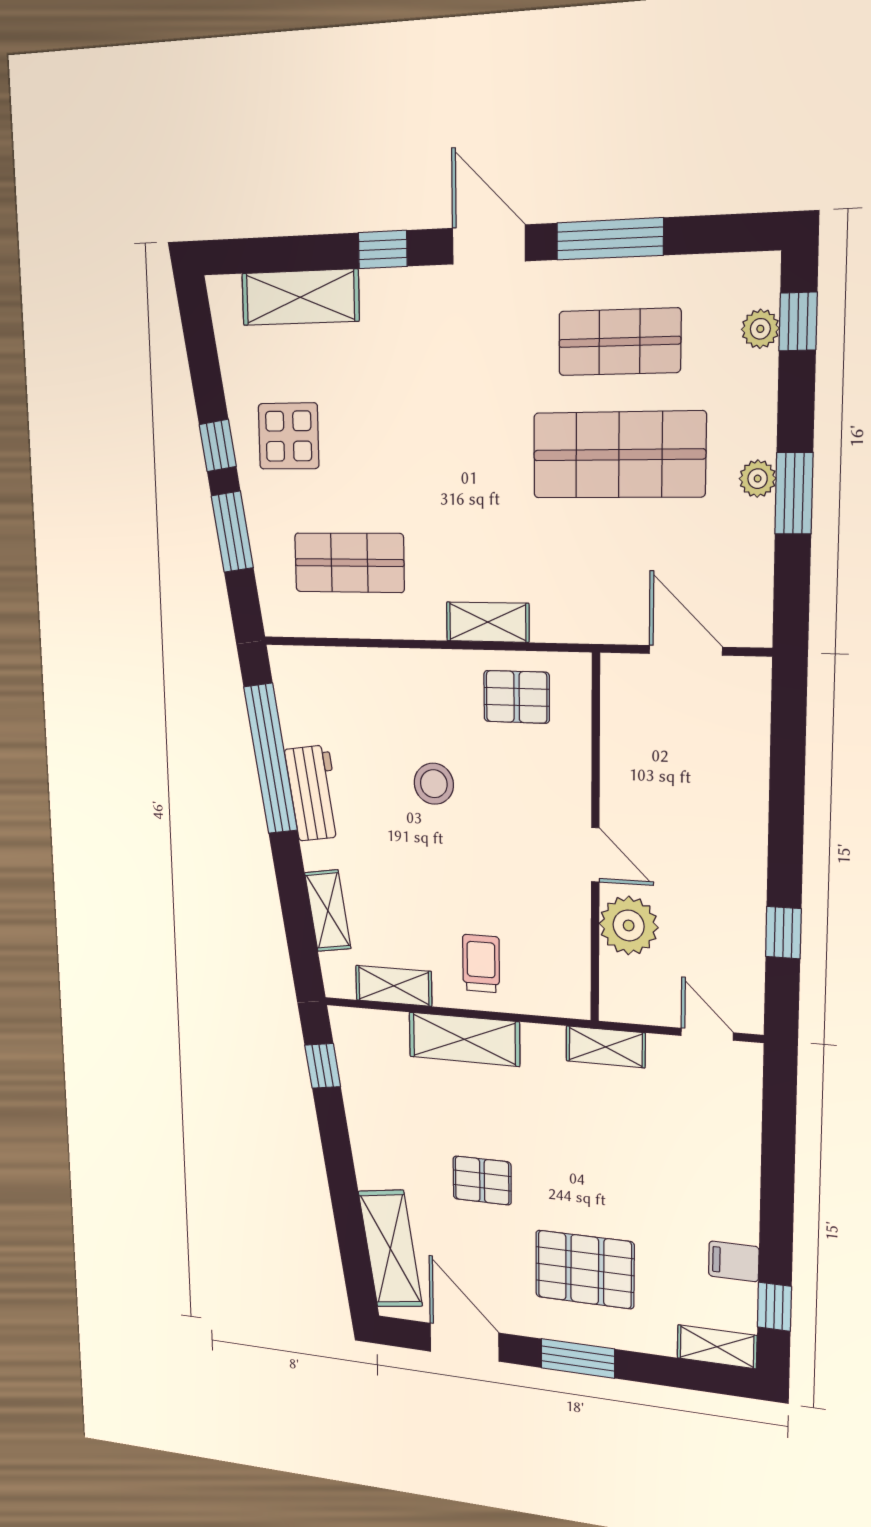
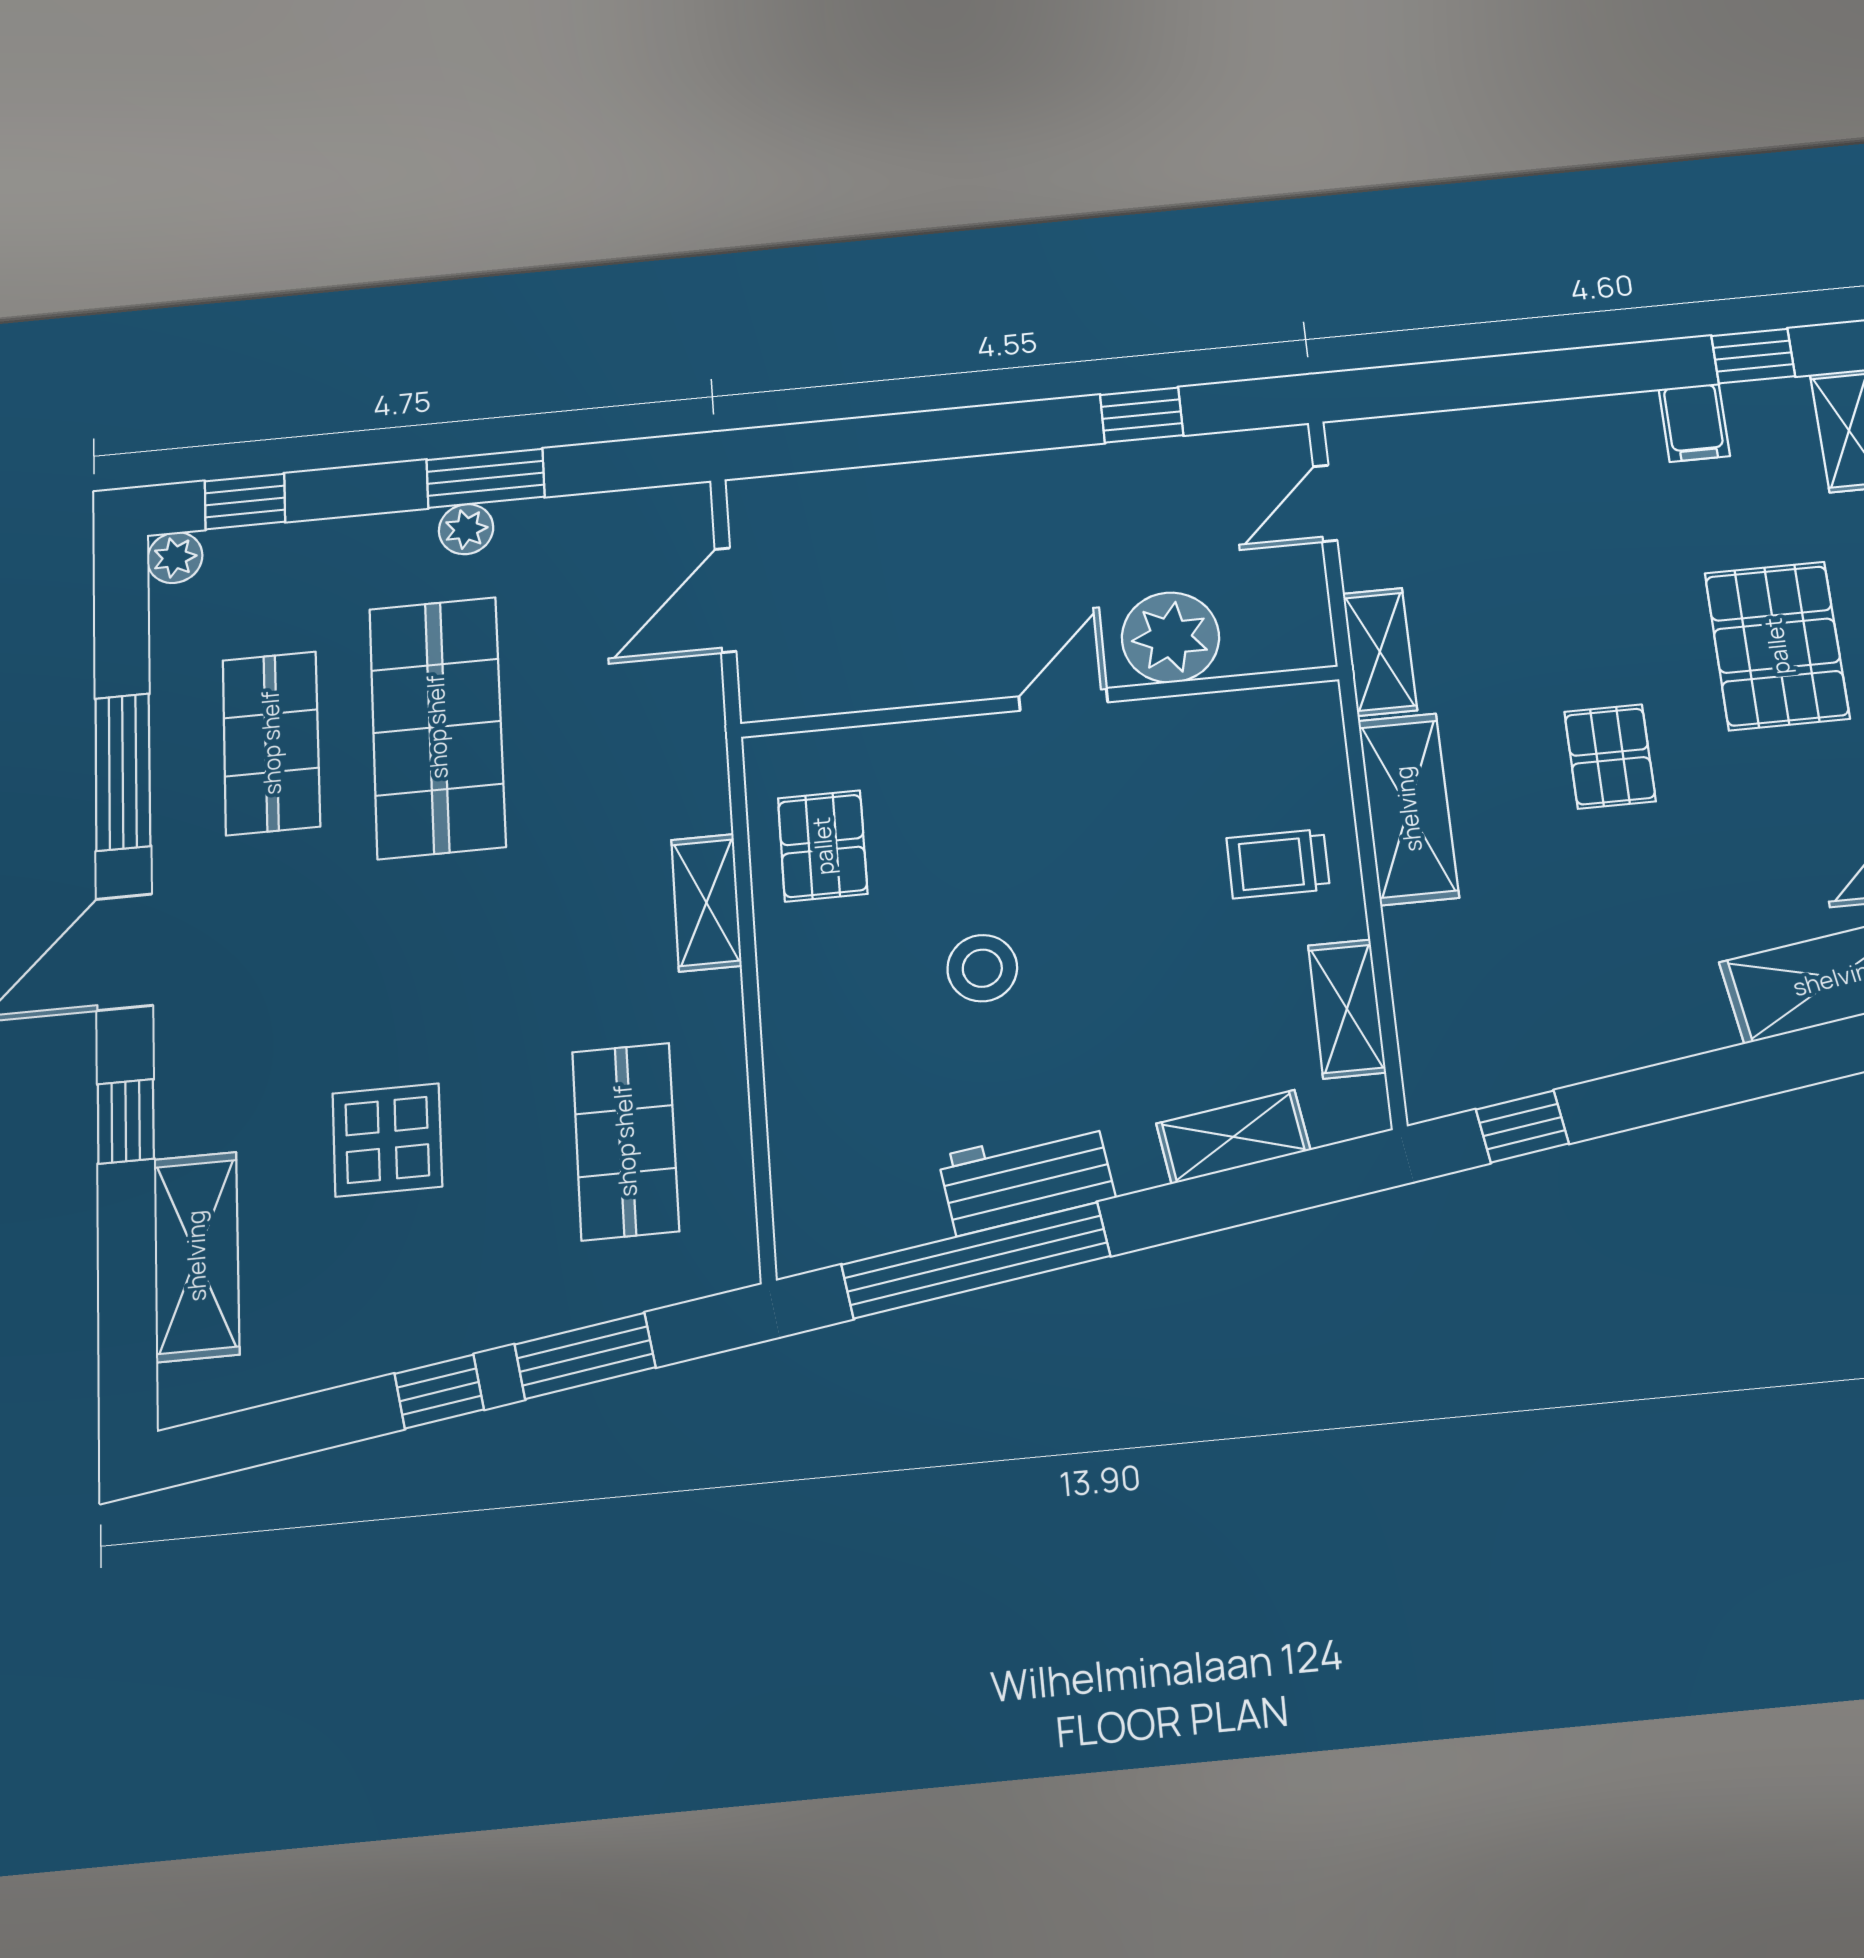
plant: (760, 329) -> (175, 558), moved
display table: (289, 436) -> (387, 1140), moved
shelving: (464, 1039) -> (1408, 809), moved
pallet: (482, 1180) -> (1610, 756), moved

